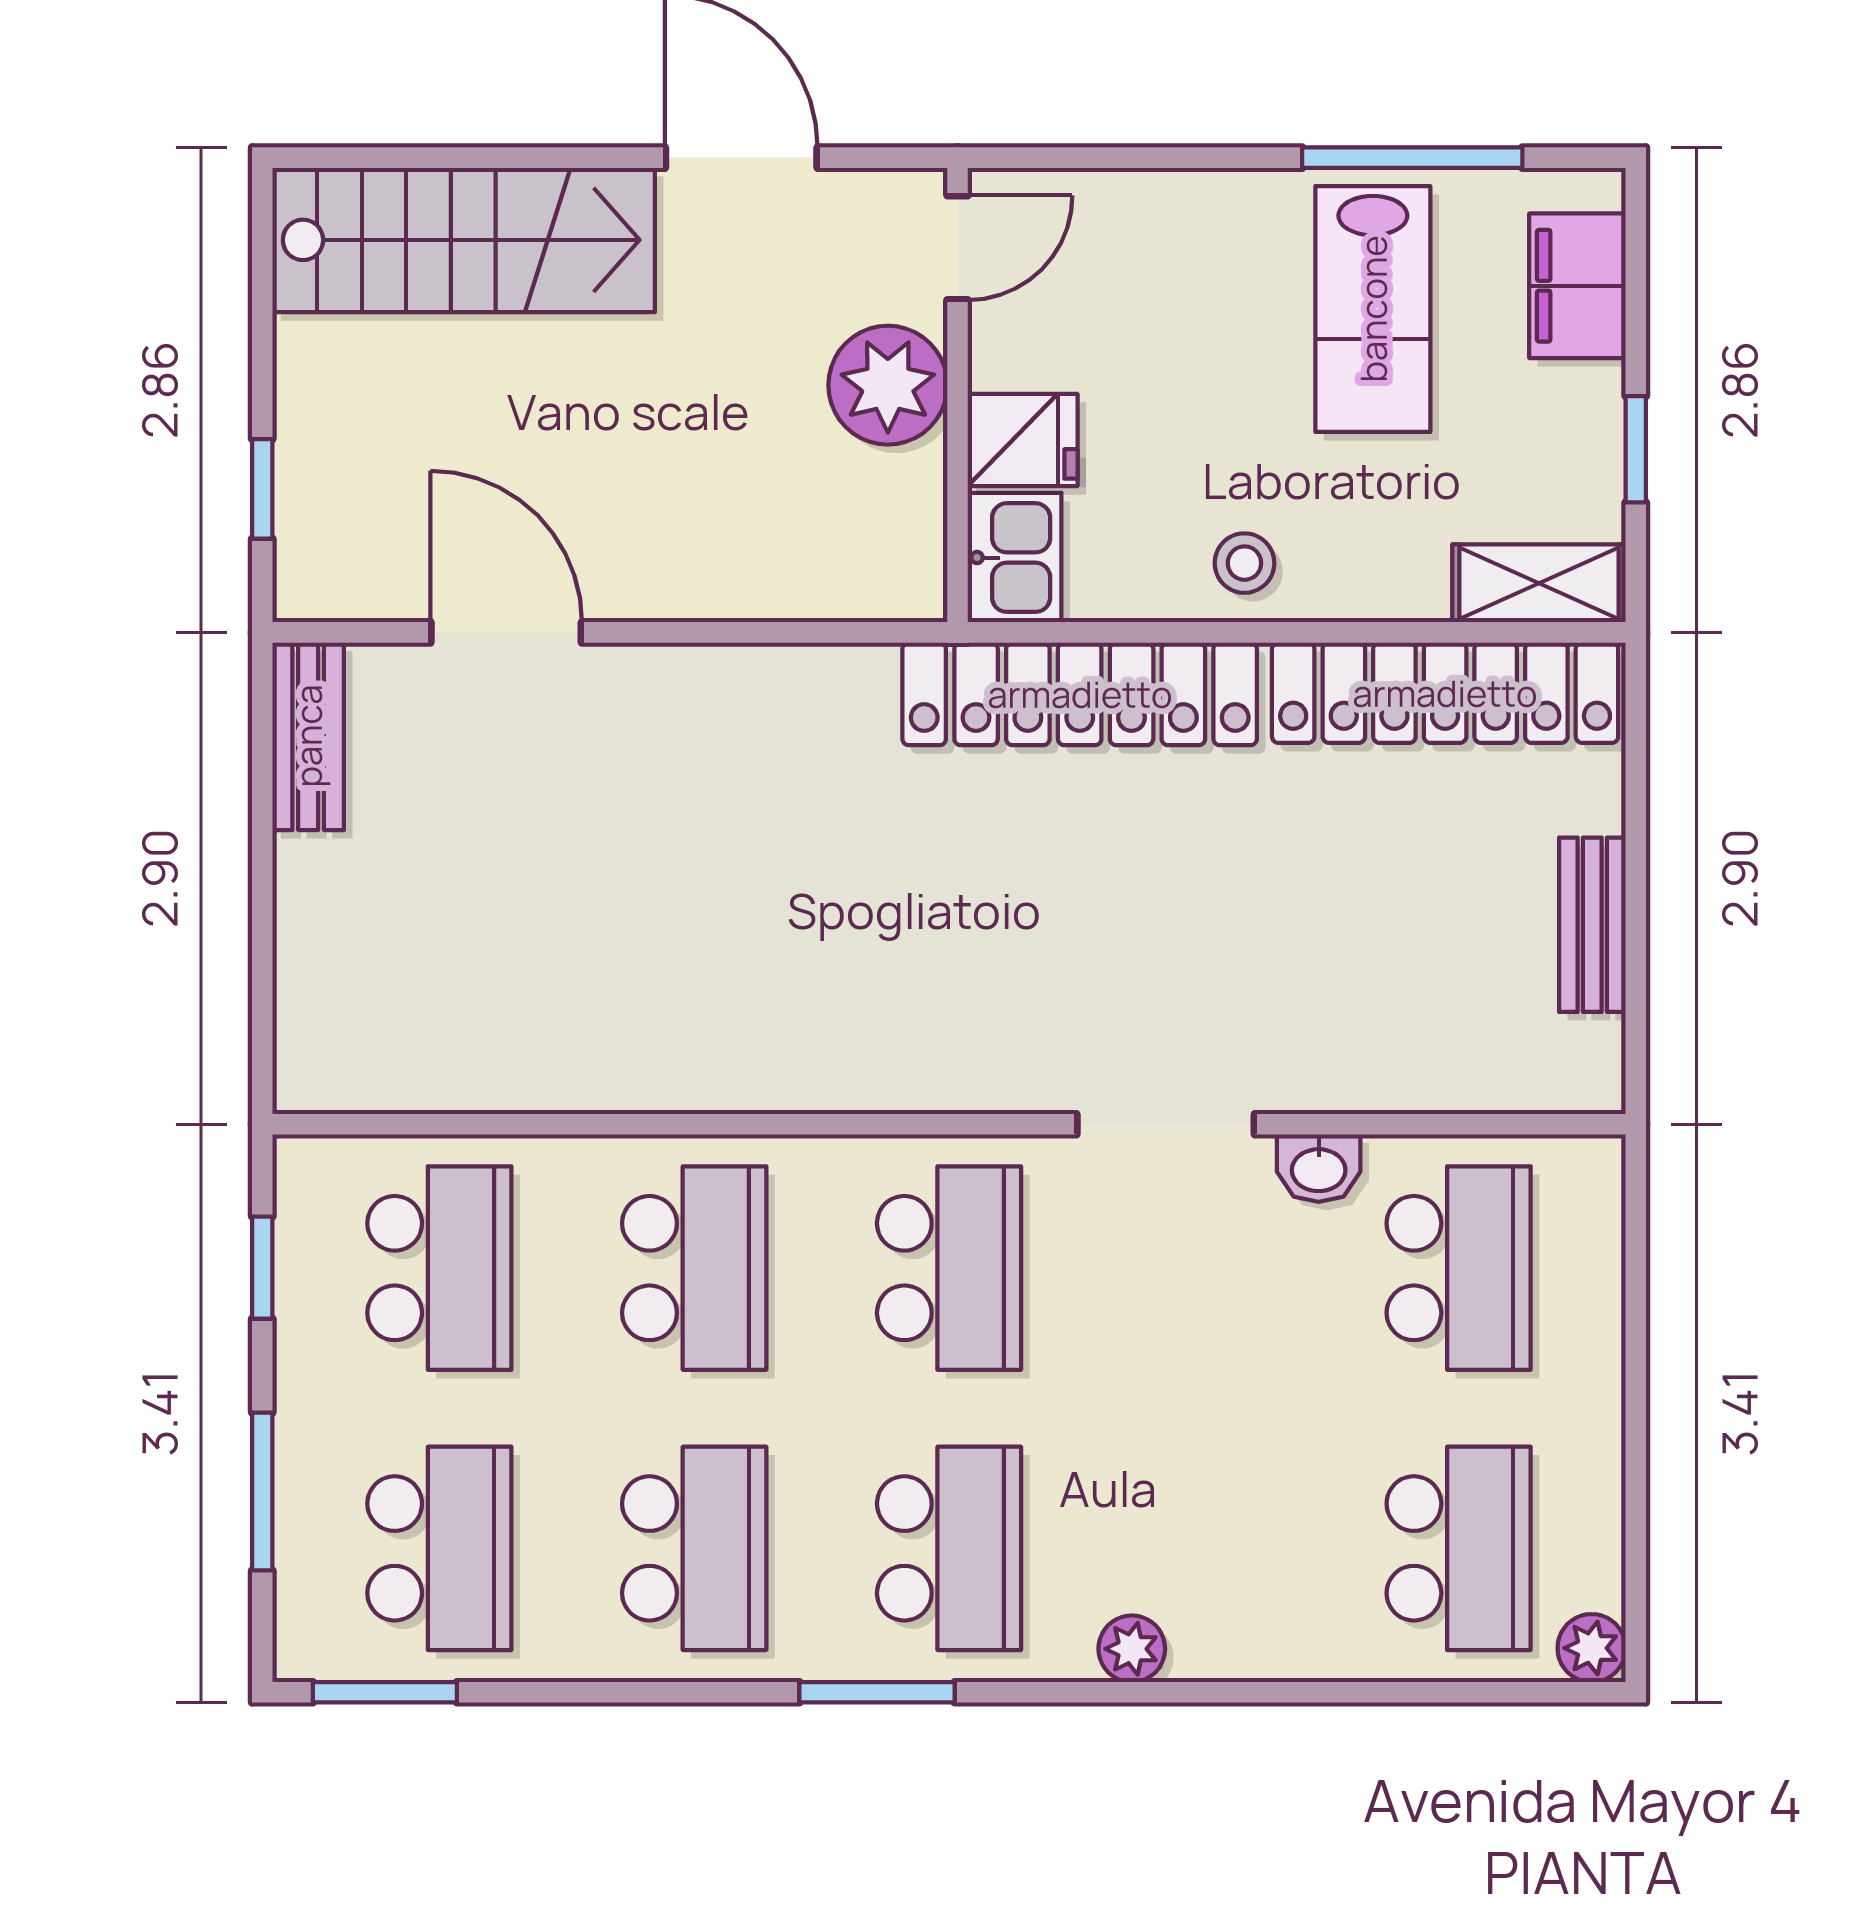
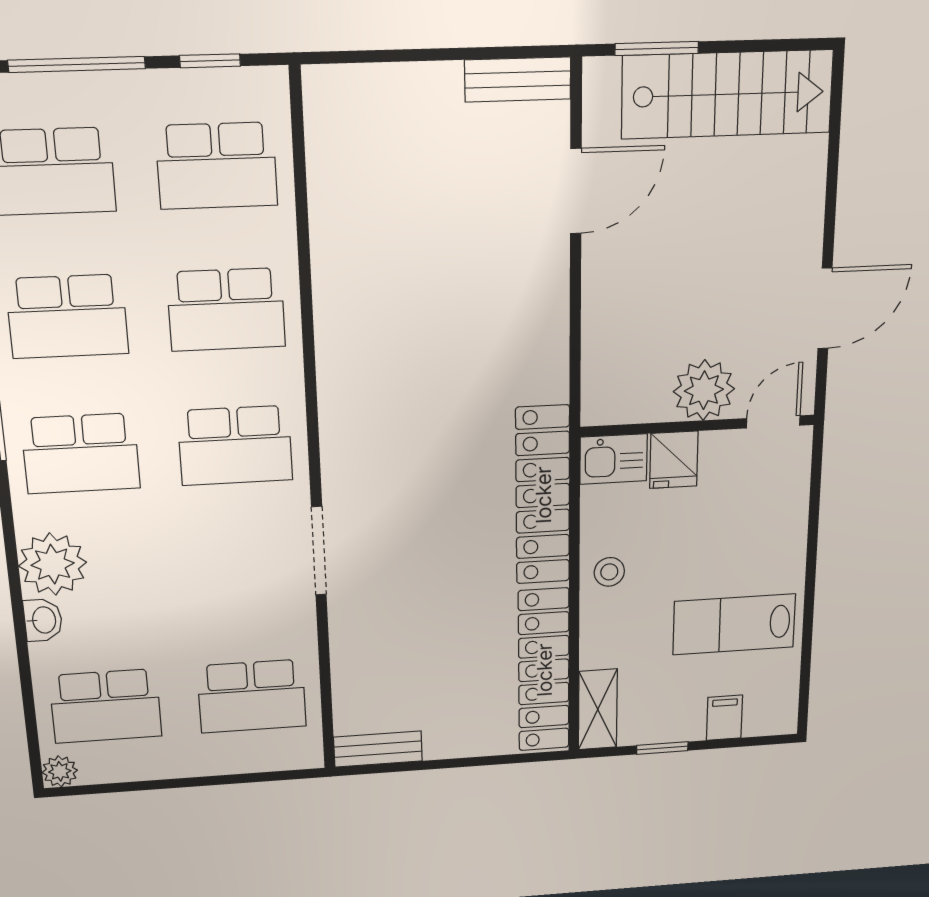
window: (1412, 158) -> (807, 638), removed
stairs: (464, 240) -> (727, 94), moved, turned -90
door: (957, 248) -> (773, 422), swing flipped
filing cabinet: (1577, 286) -> (724, 718), width x0.50
window: (262, 489) -> (657, 48), width x1.50
bench: (1592, 925) -> (378, 749), moved
washbasin: (1319, 1168) -> (43, 620), moved, turned 180
window: (262, 1492) -> (77, 64), width x1.44
plant: (1132, 1649) -> (53, 564), width x1.88, depth x1.88

